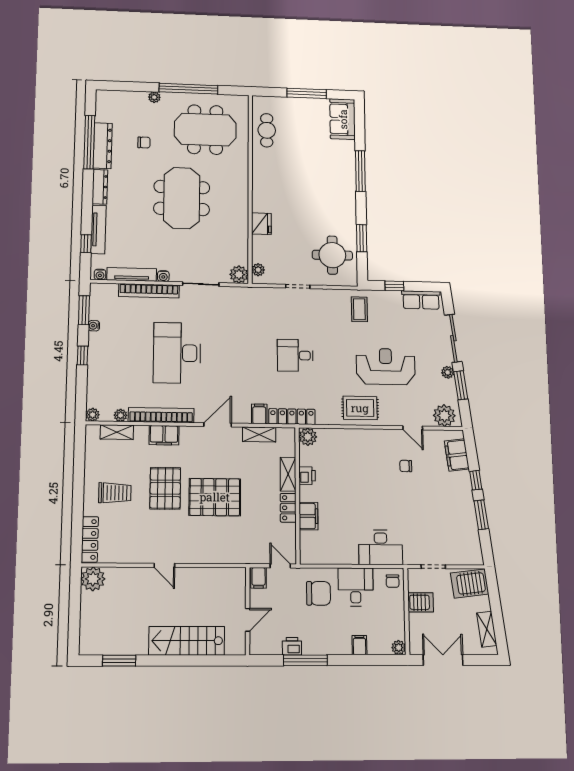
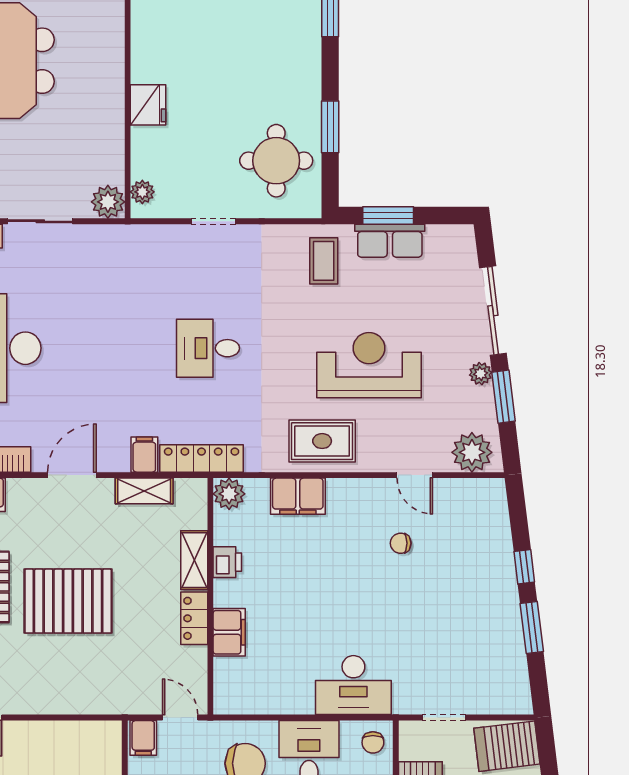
window: (394, 286) -> (388, 216), width x1.50
row of seats: (421, 300) -> (390, 241), moved
filing cabinet: (457, 455) -> (298, 496), moved, turned -83

